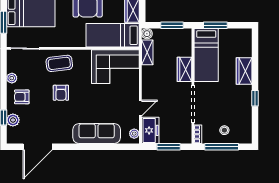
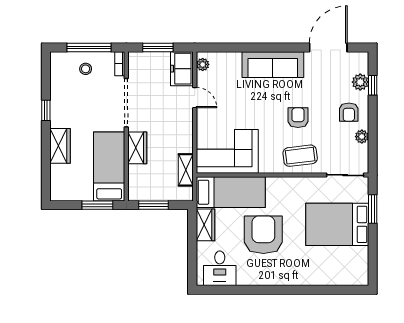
boiler: (147, 34) -> (186, 194), removed
armchair: (22, 97) -> (349, 112), turned 90
door: (140, 108) -> (195, 98), swing flipped
sofa: (97, 134) -> (273, 65), moved

